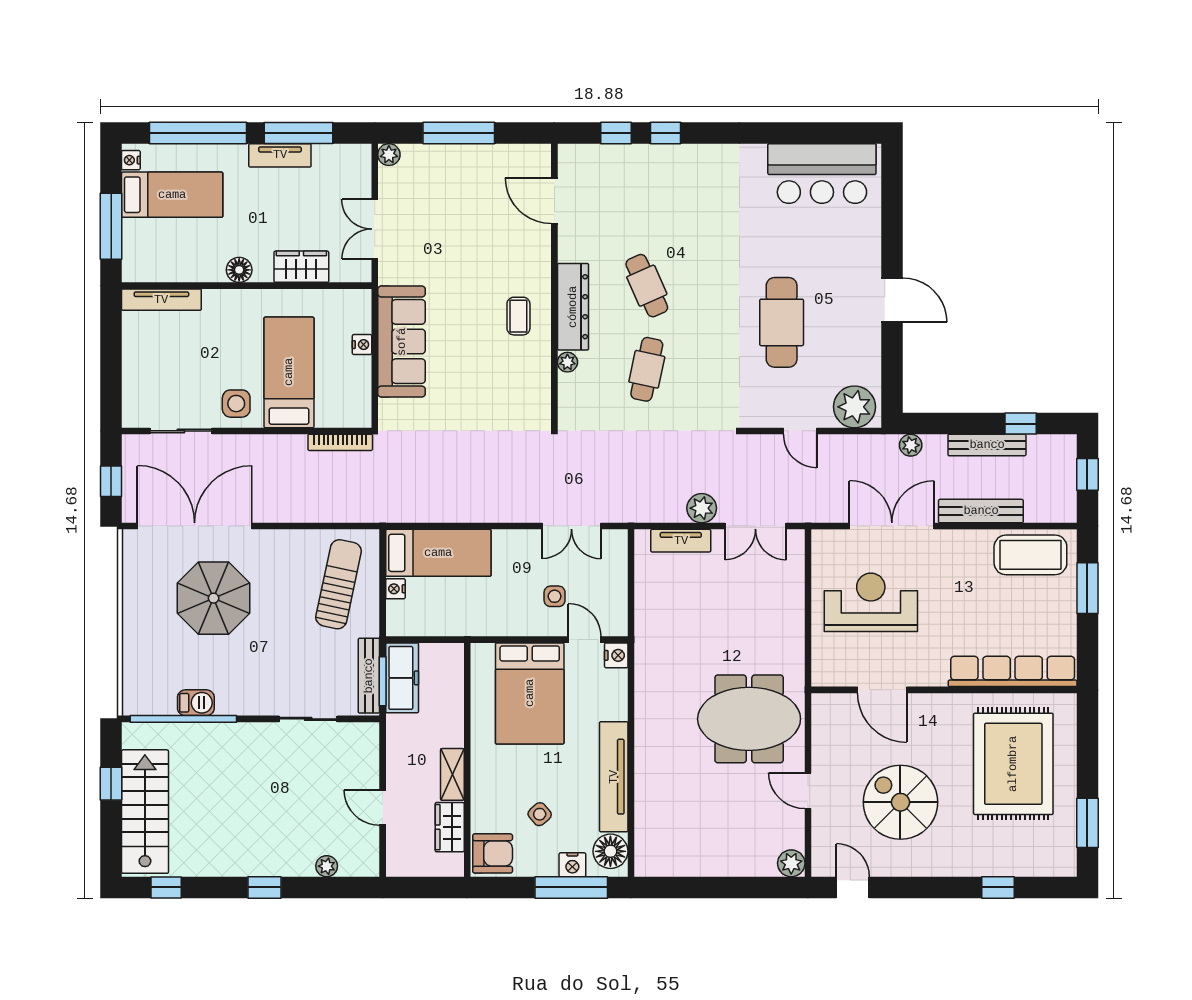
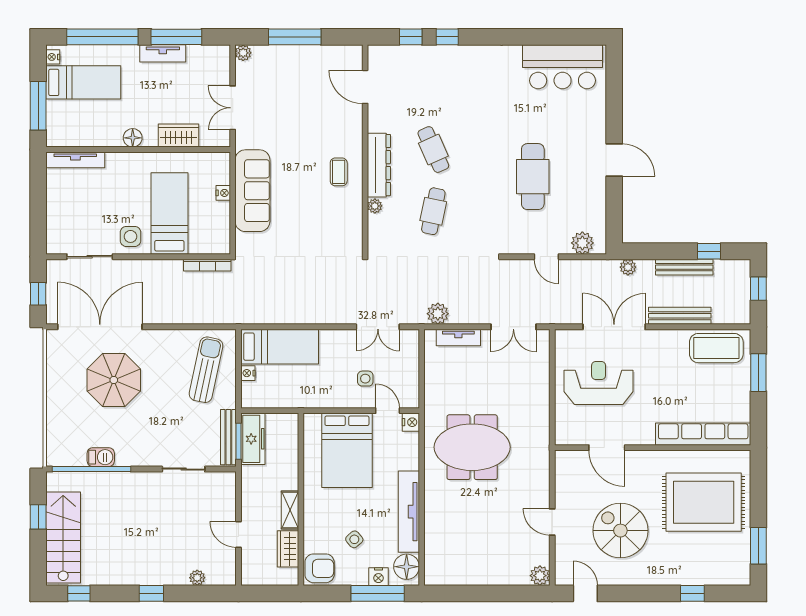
plant: (854, 407) -> (582, 243), width x0.73, depth x0.73
plant: (702, 508) -> (438, 314), moved
meeting table: (749, 719) -> (472, 447), moved
rug: (1013, 764) -> (704, 502), turned 90

